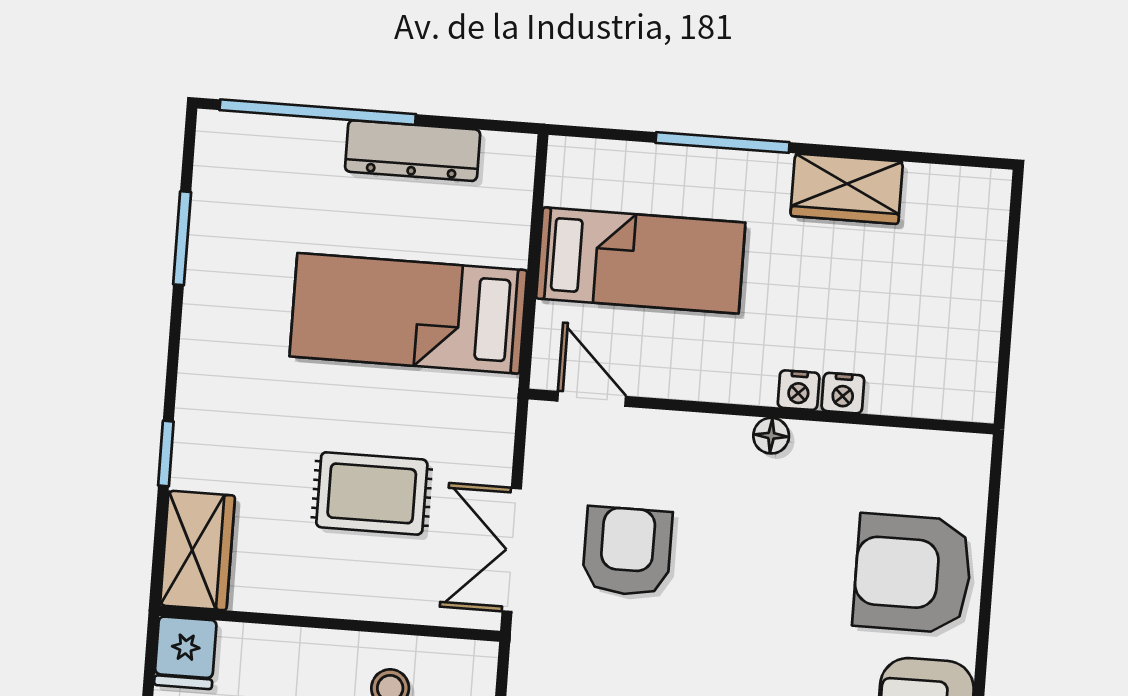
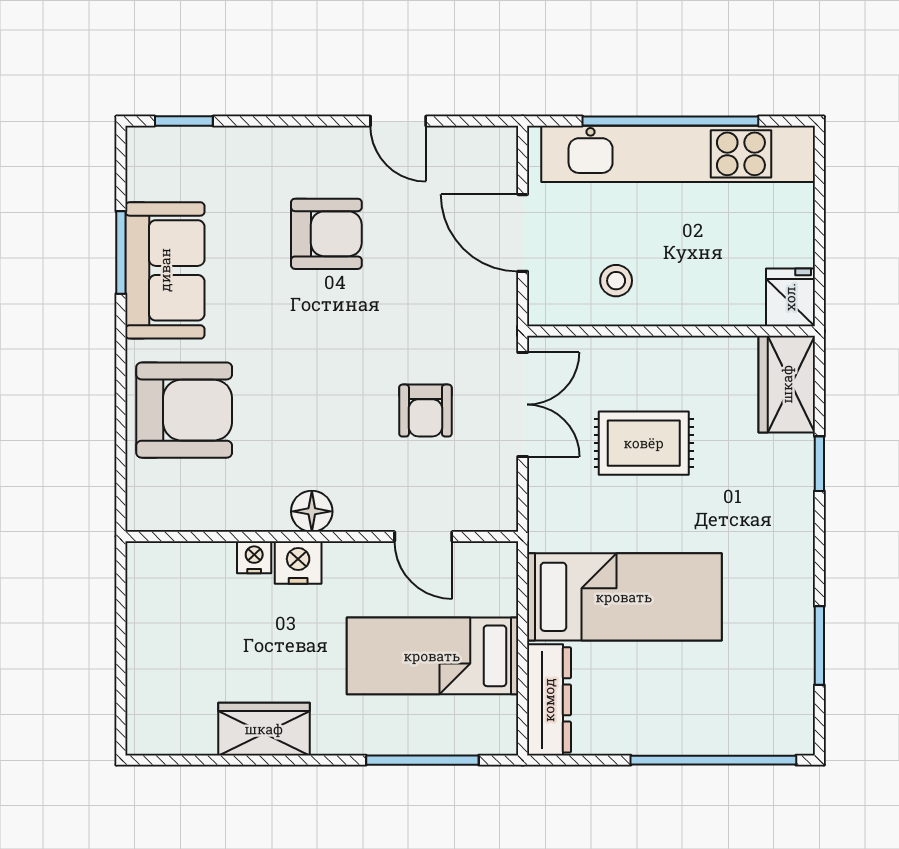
window: (723, 143) -> (422, 760), moved
dresser: (413, 151) -> (549, 700), moved, turned 90
nightstand: (799, 390) -> (298, 562), width x1.39, depth x1.35
door: (592, 399) -> (423, 536), moved
floor lamp: (771, 436) -> (312, 511), width x1.37, depth x1.37
armchair: (627, 551) -> (425, 411), width x0.72, depth x0.72

